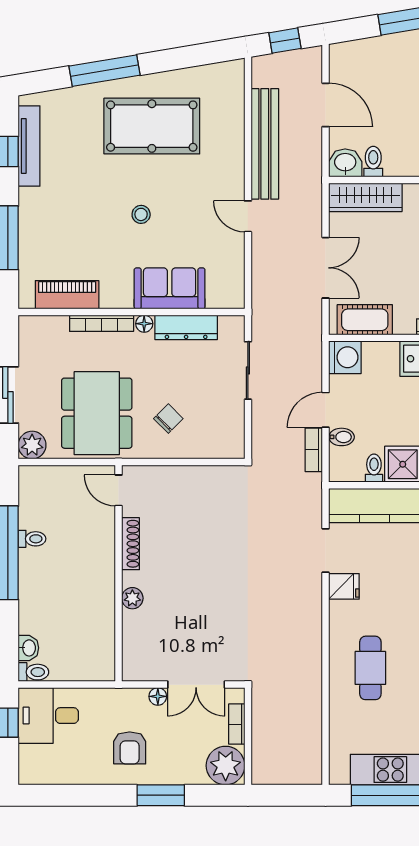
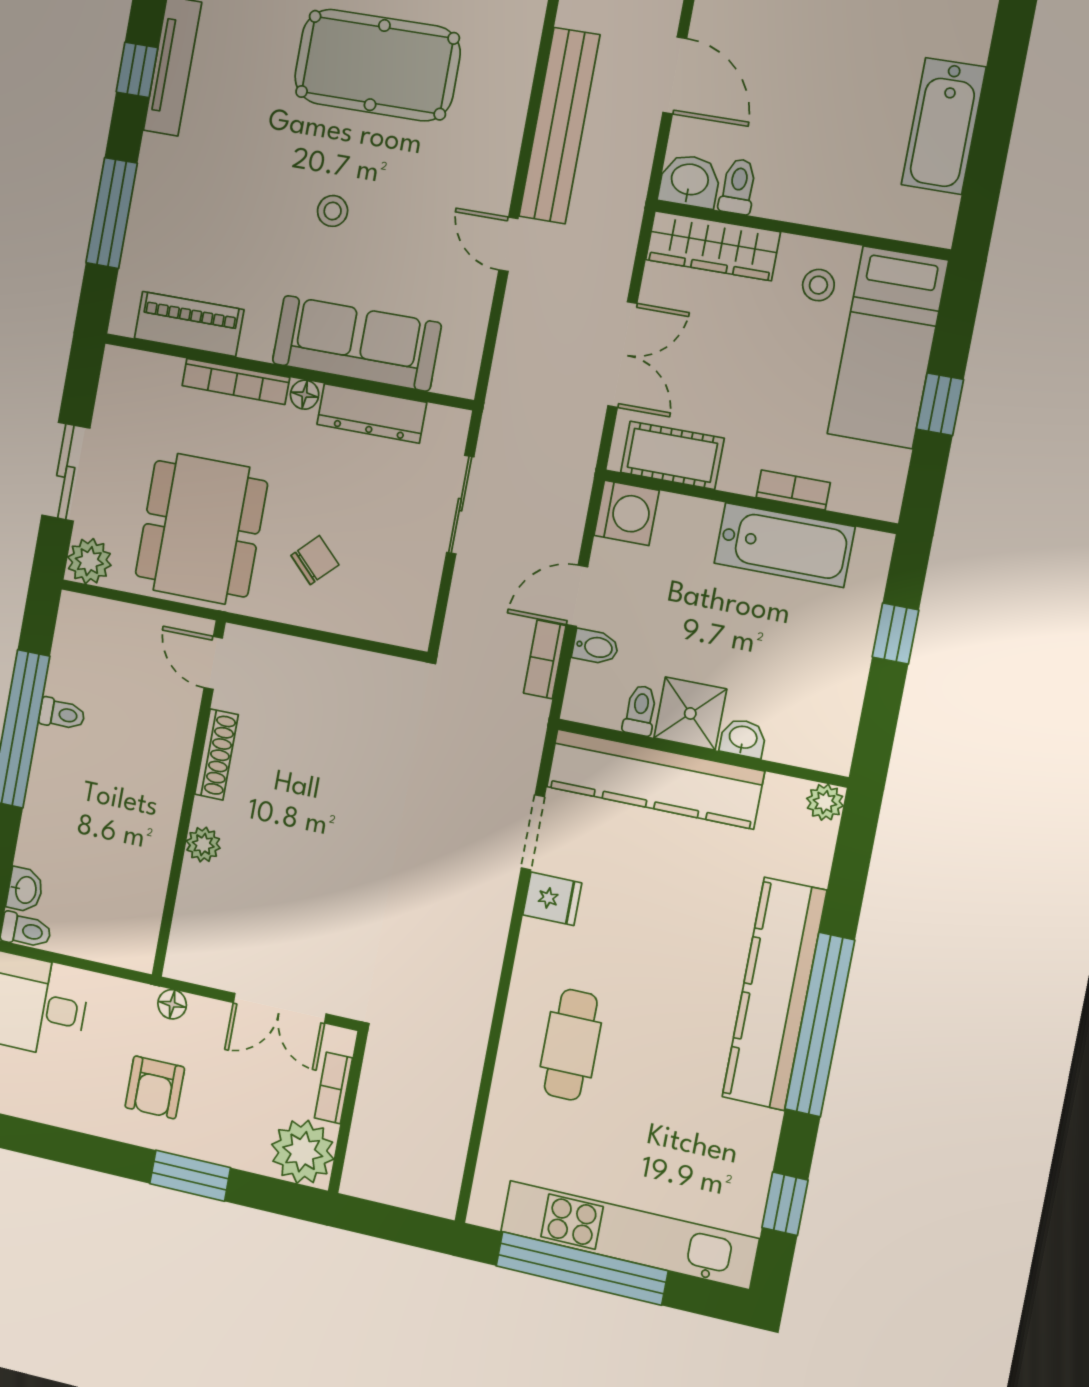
sofa: (170, 288) -> (357, 343), width x1.36
floor lamp: (158, 696) -> (172, 1004), moved

